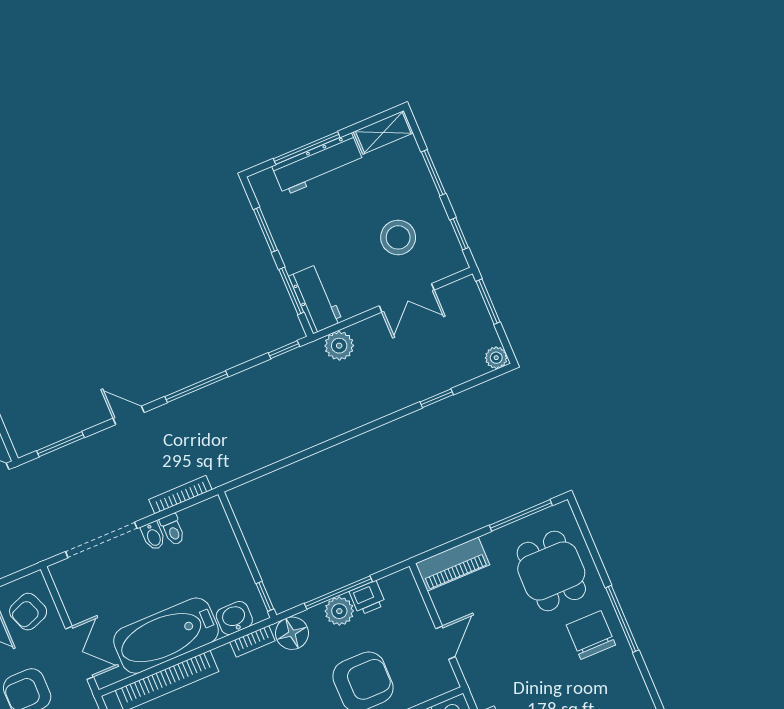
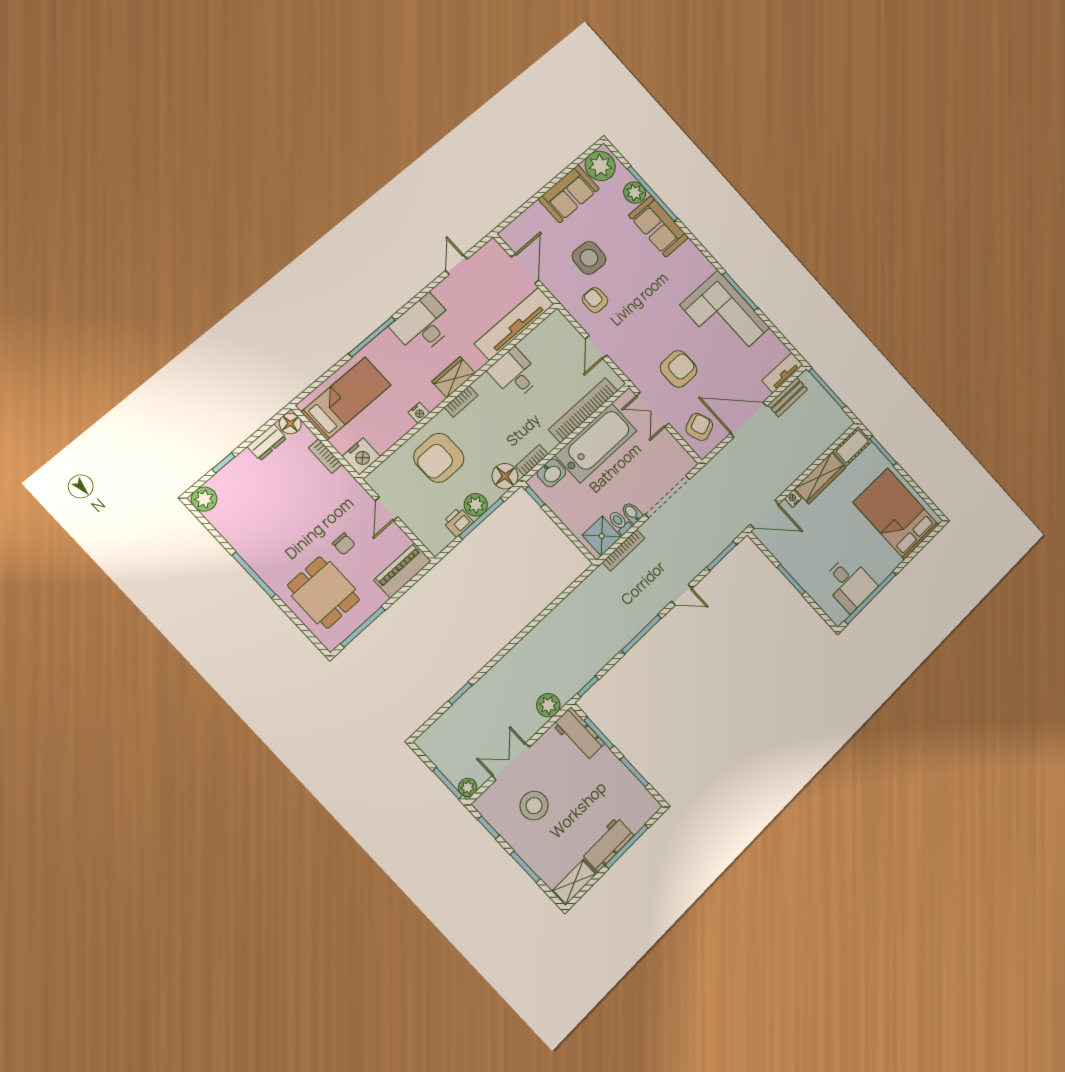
workbench: (318, 164) -> (607, 844), width x0.73
plant: (496, 358) -> (468, 787), moved
shower: (201, 521) -> (602, 536), added
chair: (591, 635) -> (344, 544), moved, width x0.54, depth x0.54

